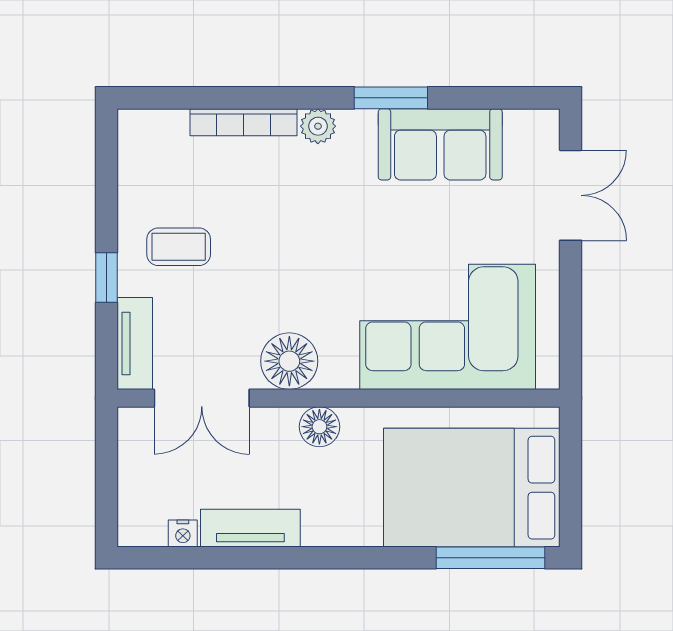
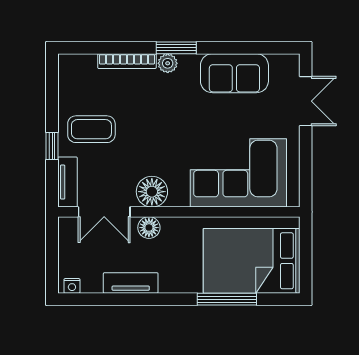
window: (391, 98) -> (176, 48), moved
coffee table: (179, 247) -> (91, 129), width x1.36, depth x1.30
floor lamp: (319, 427) -> (149, 228), moved
nightstand: (183, 534) -> (72, 286), moved
window: (490, 558) -> (227, 299), moved

